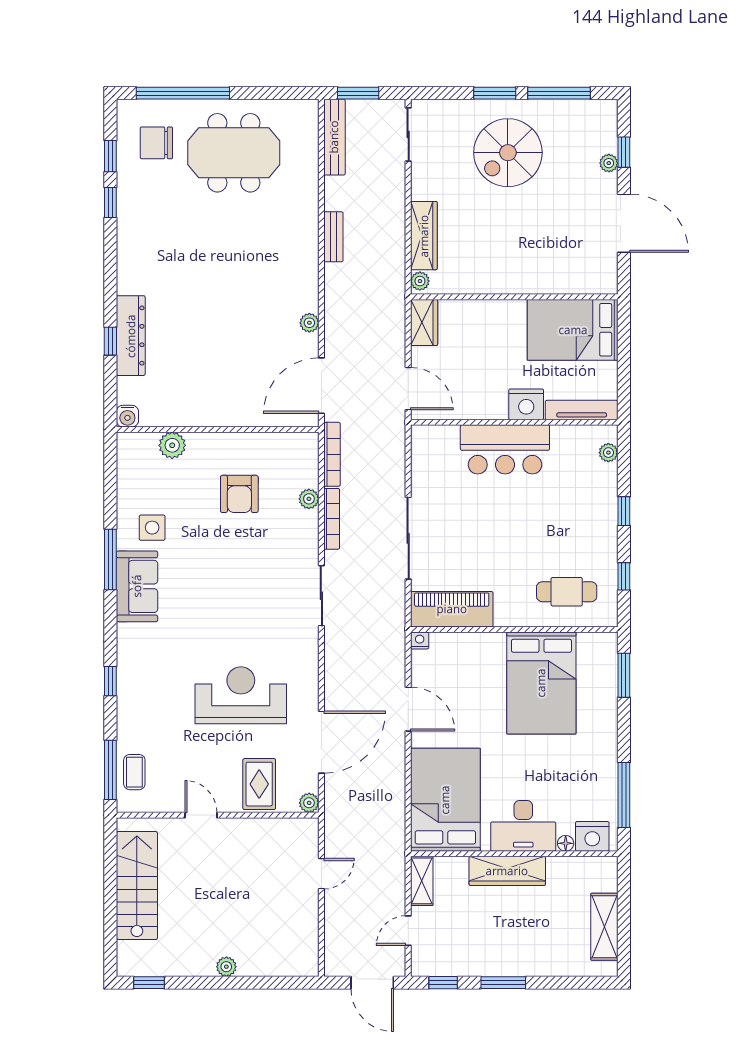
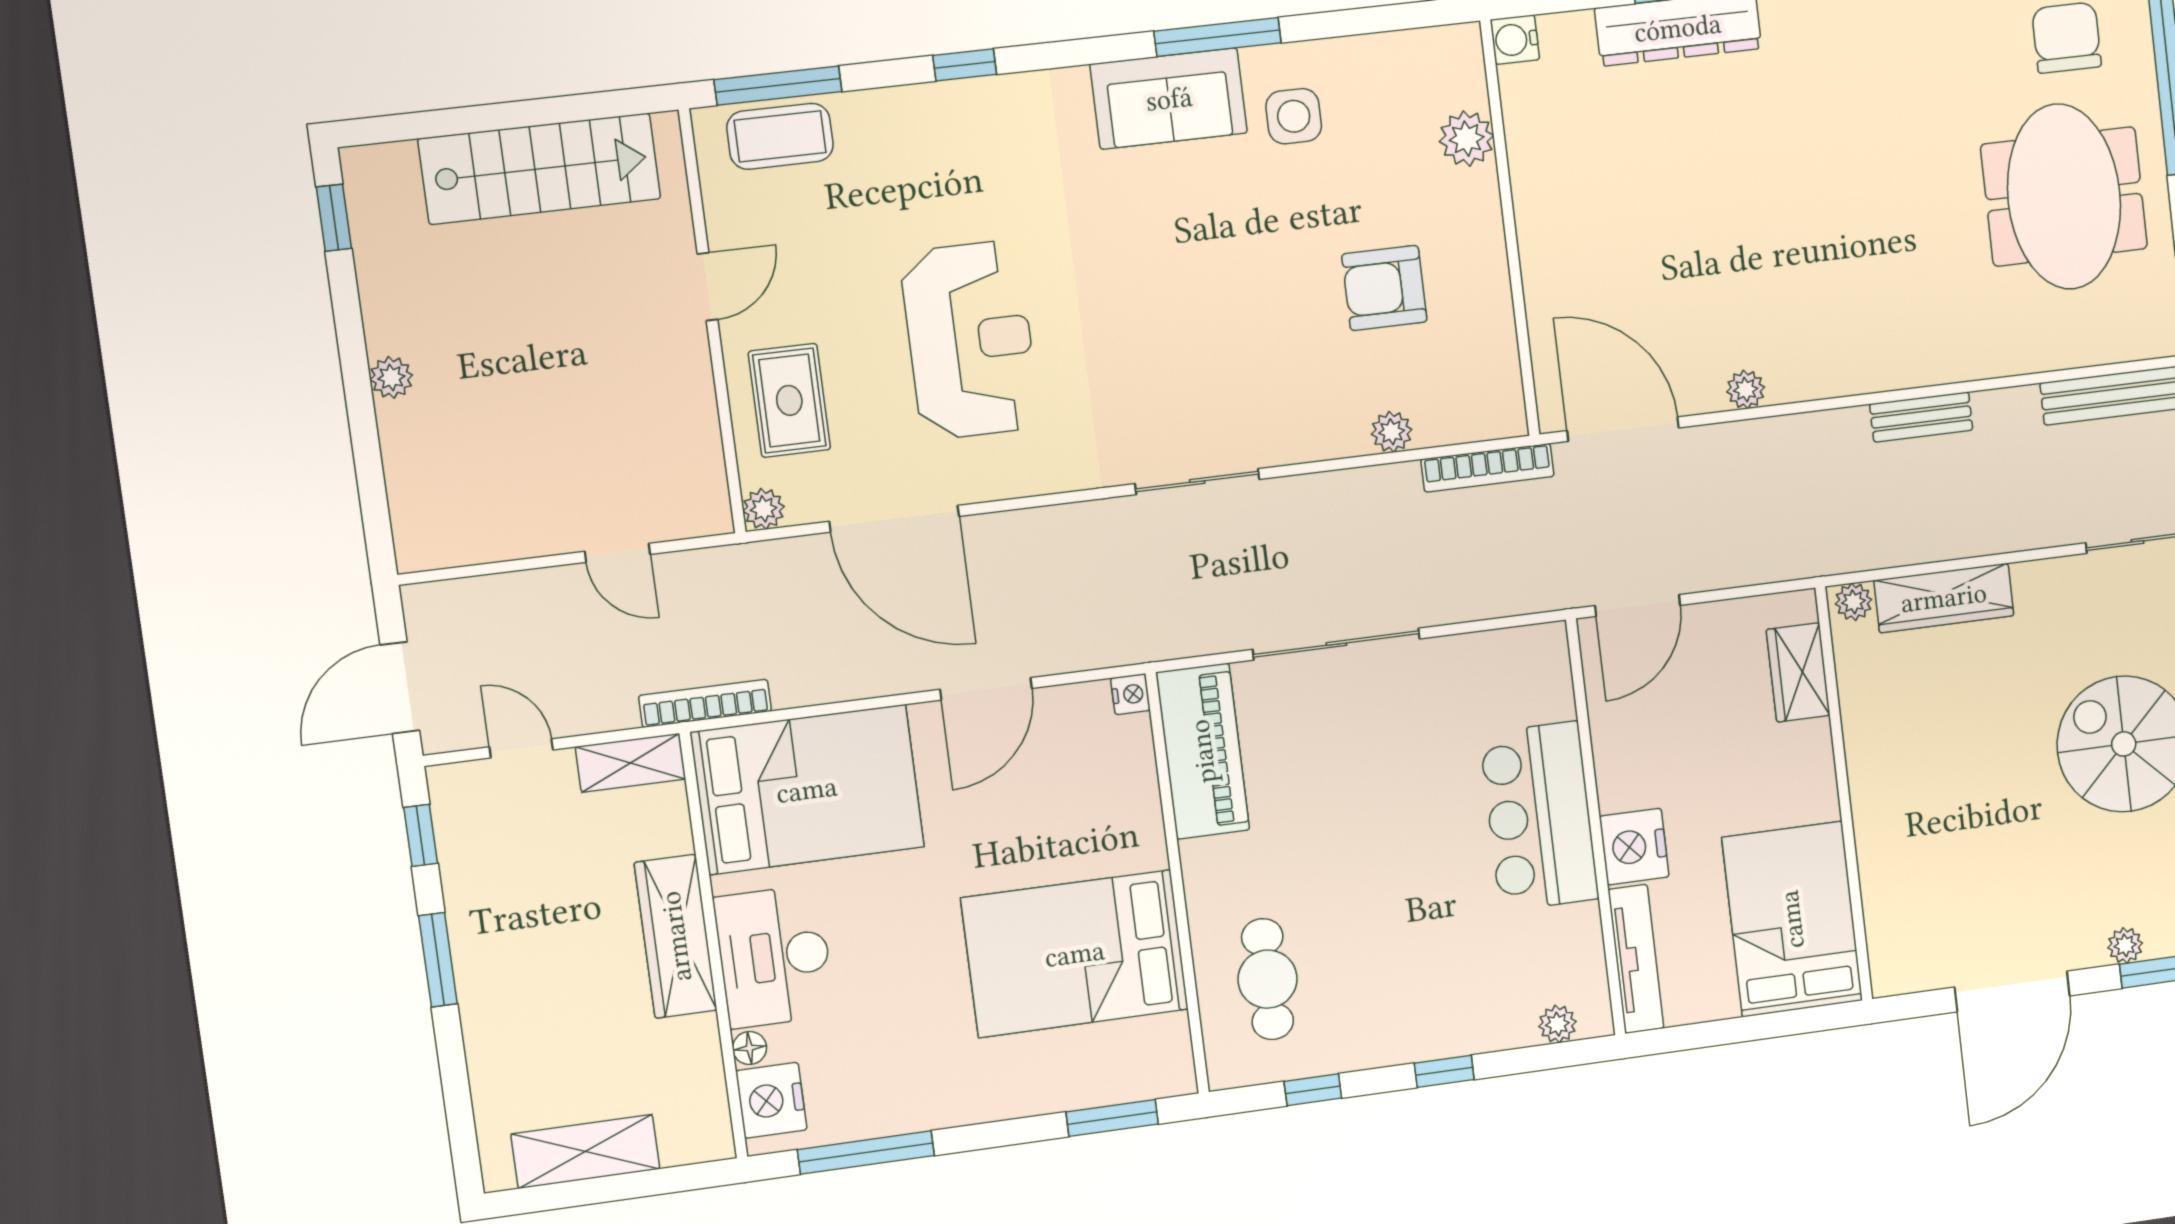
wardrobe: (424, 323) -> (1798, 672), moved, turned 90
bookcase: (332, 519) -> (705, 703), moved, turned 180
coffee table: (134, 772) -> (780, 136), width x1.36, depth x1.30
rug: (259, 784) -> (789, 400), turned 90

